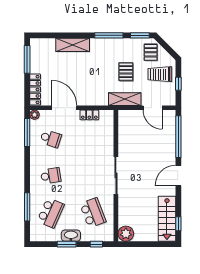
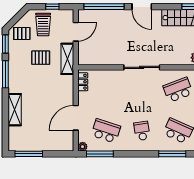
locker: (35, 90) -> (58, 146), removed
locker: (89, 115) -> (83, 82), moved
school desk: (51, 139) -> (106, 131), width x1.85

